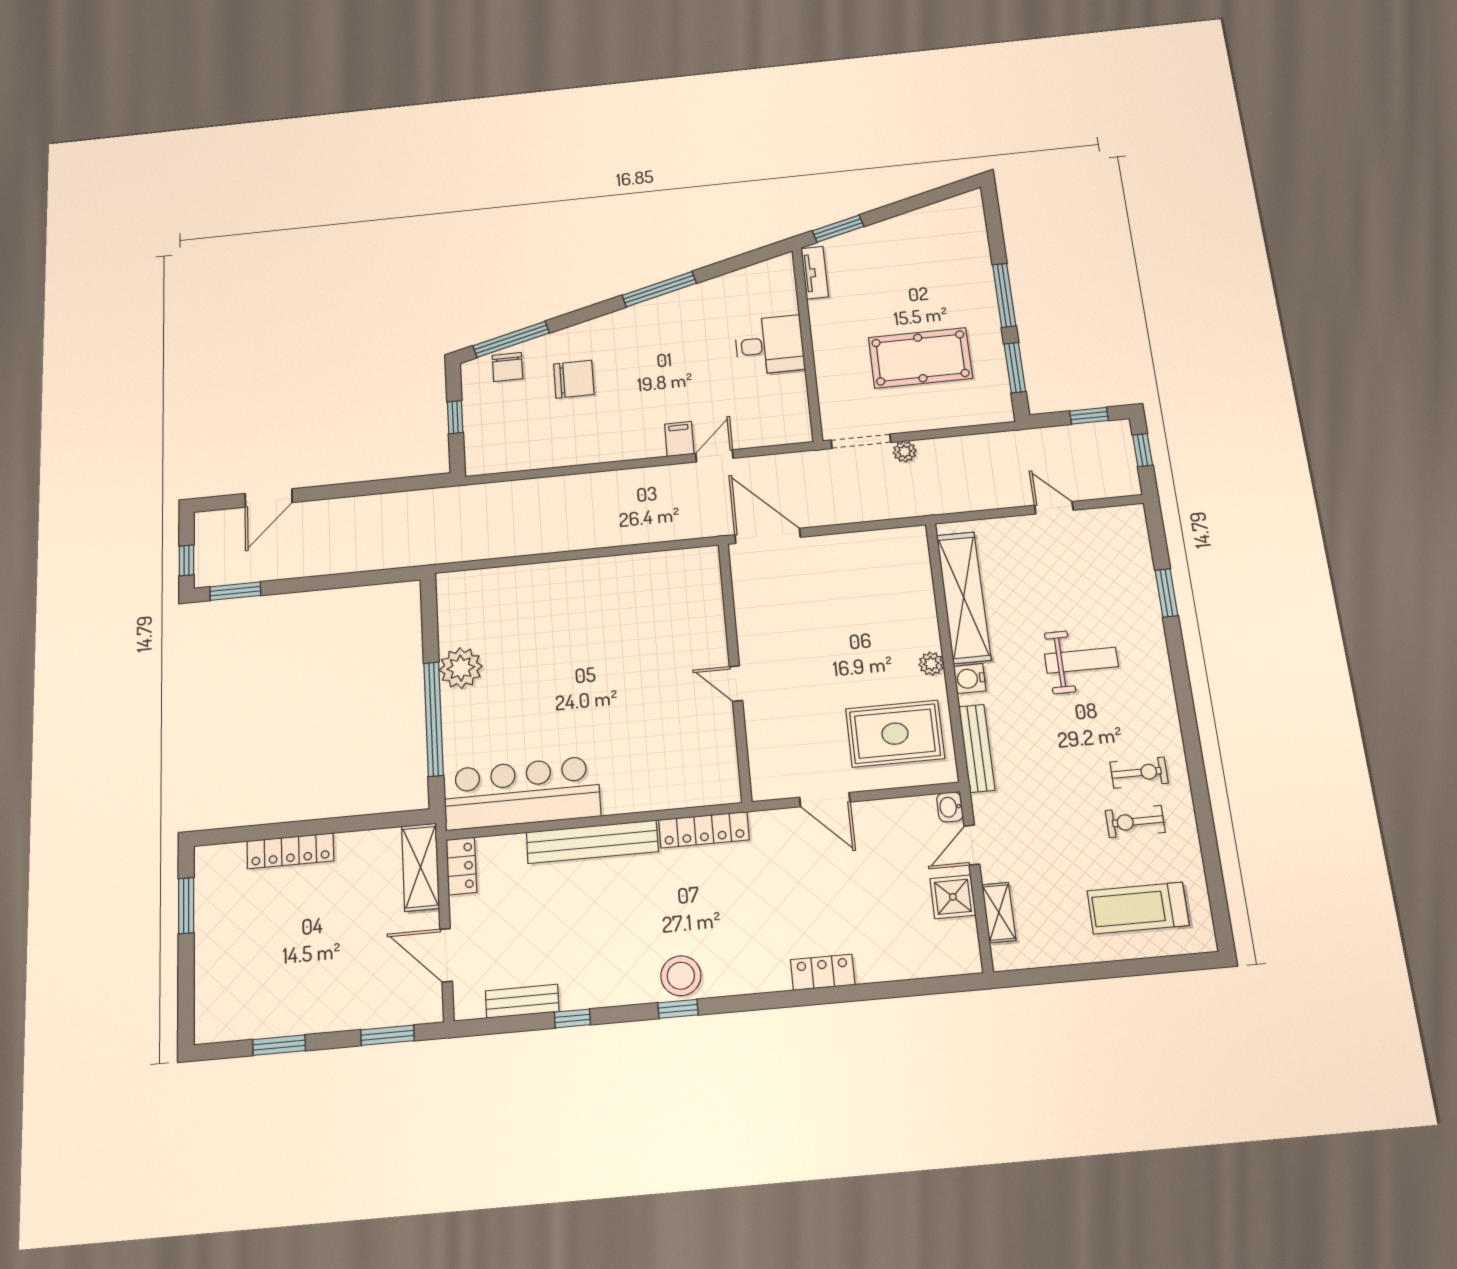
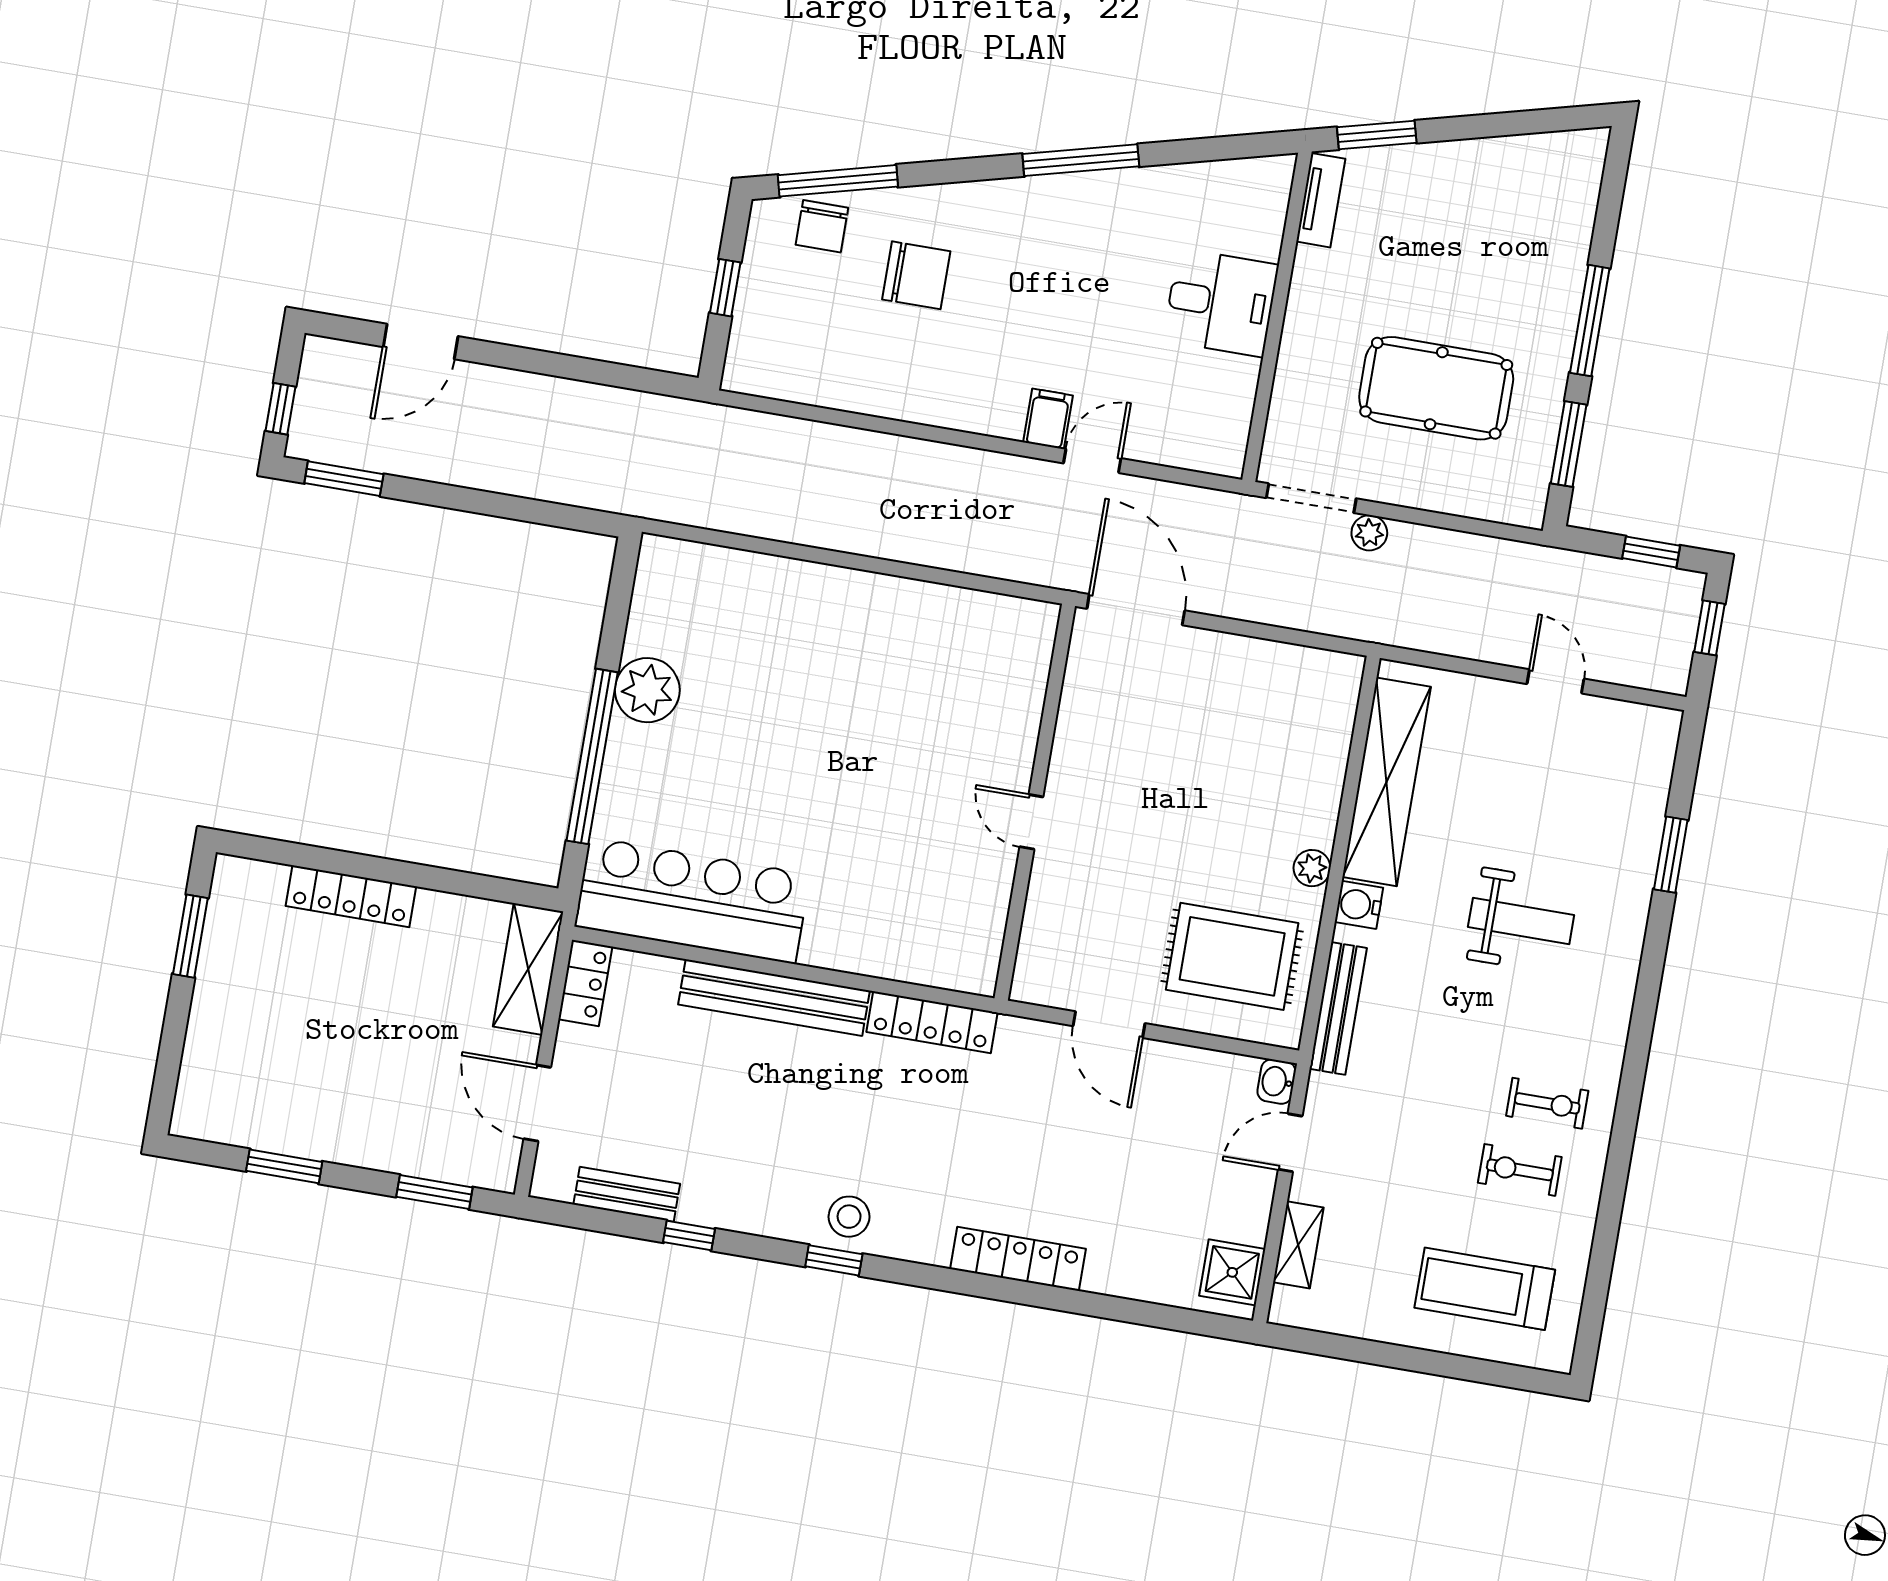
shower: (953, 897) -> (1232, 1272), moved
locker: (823, 972) -> (1018, 1259), width x1.53
stool: (681, 976) -> (849, 1217), width x0.73, depth x0.73

